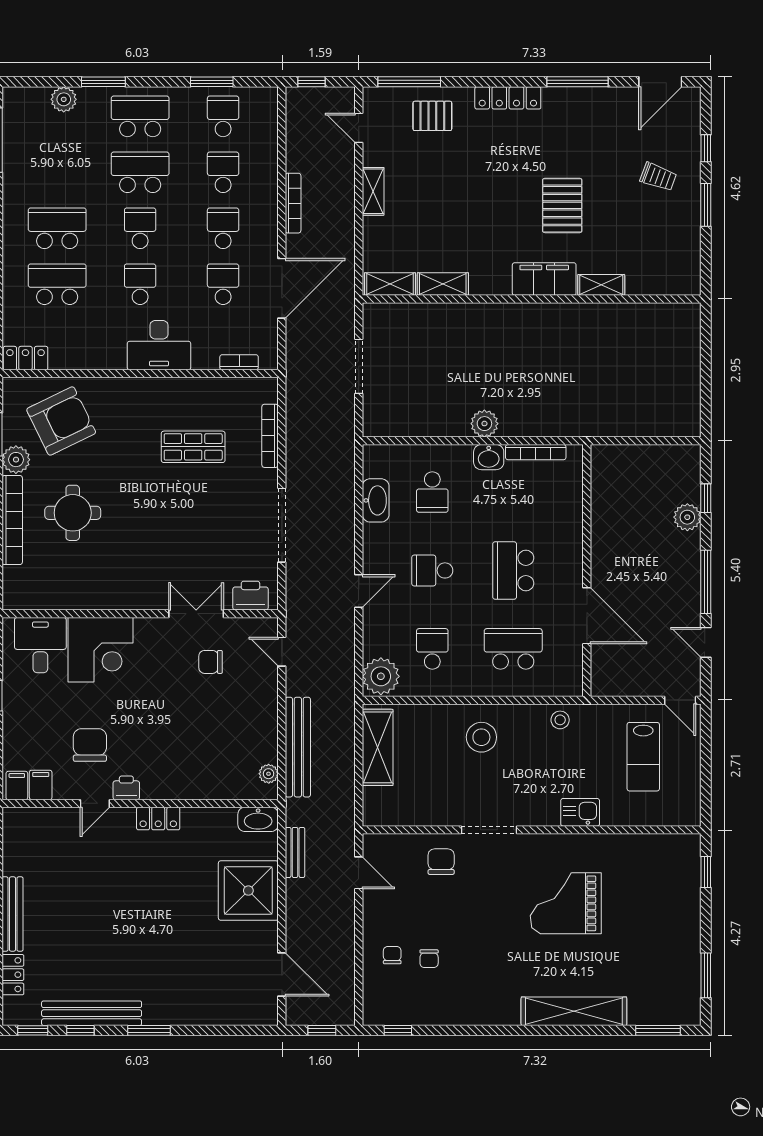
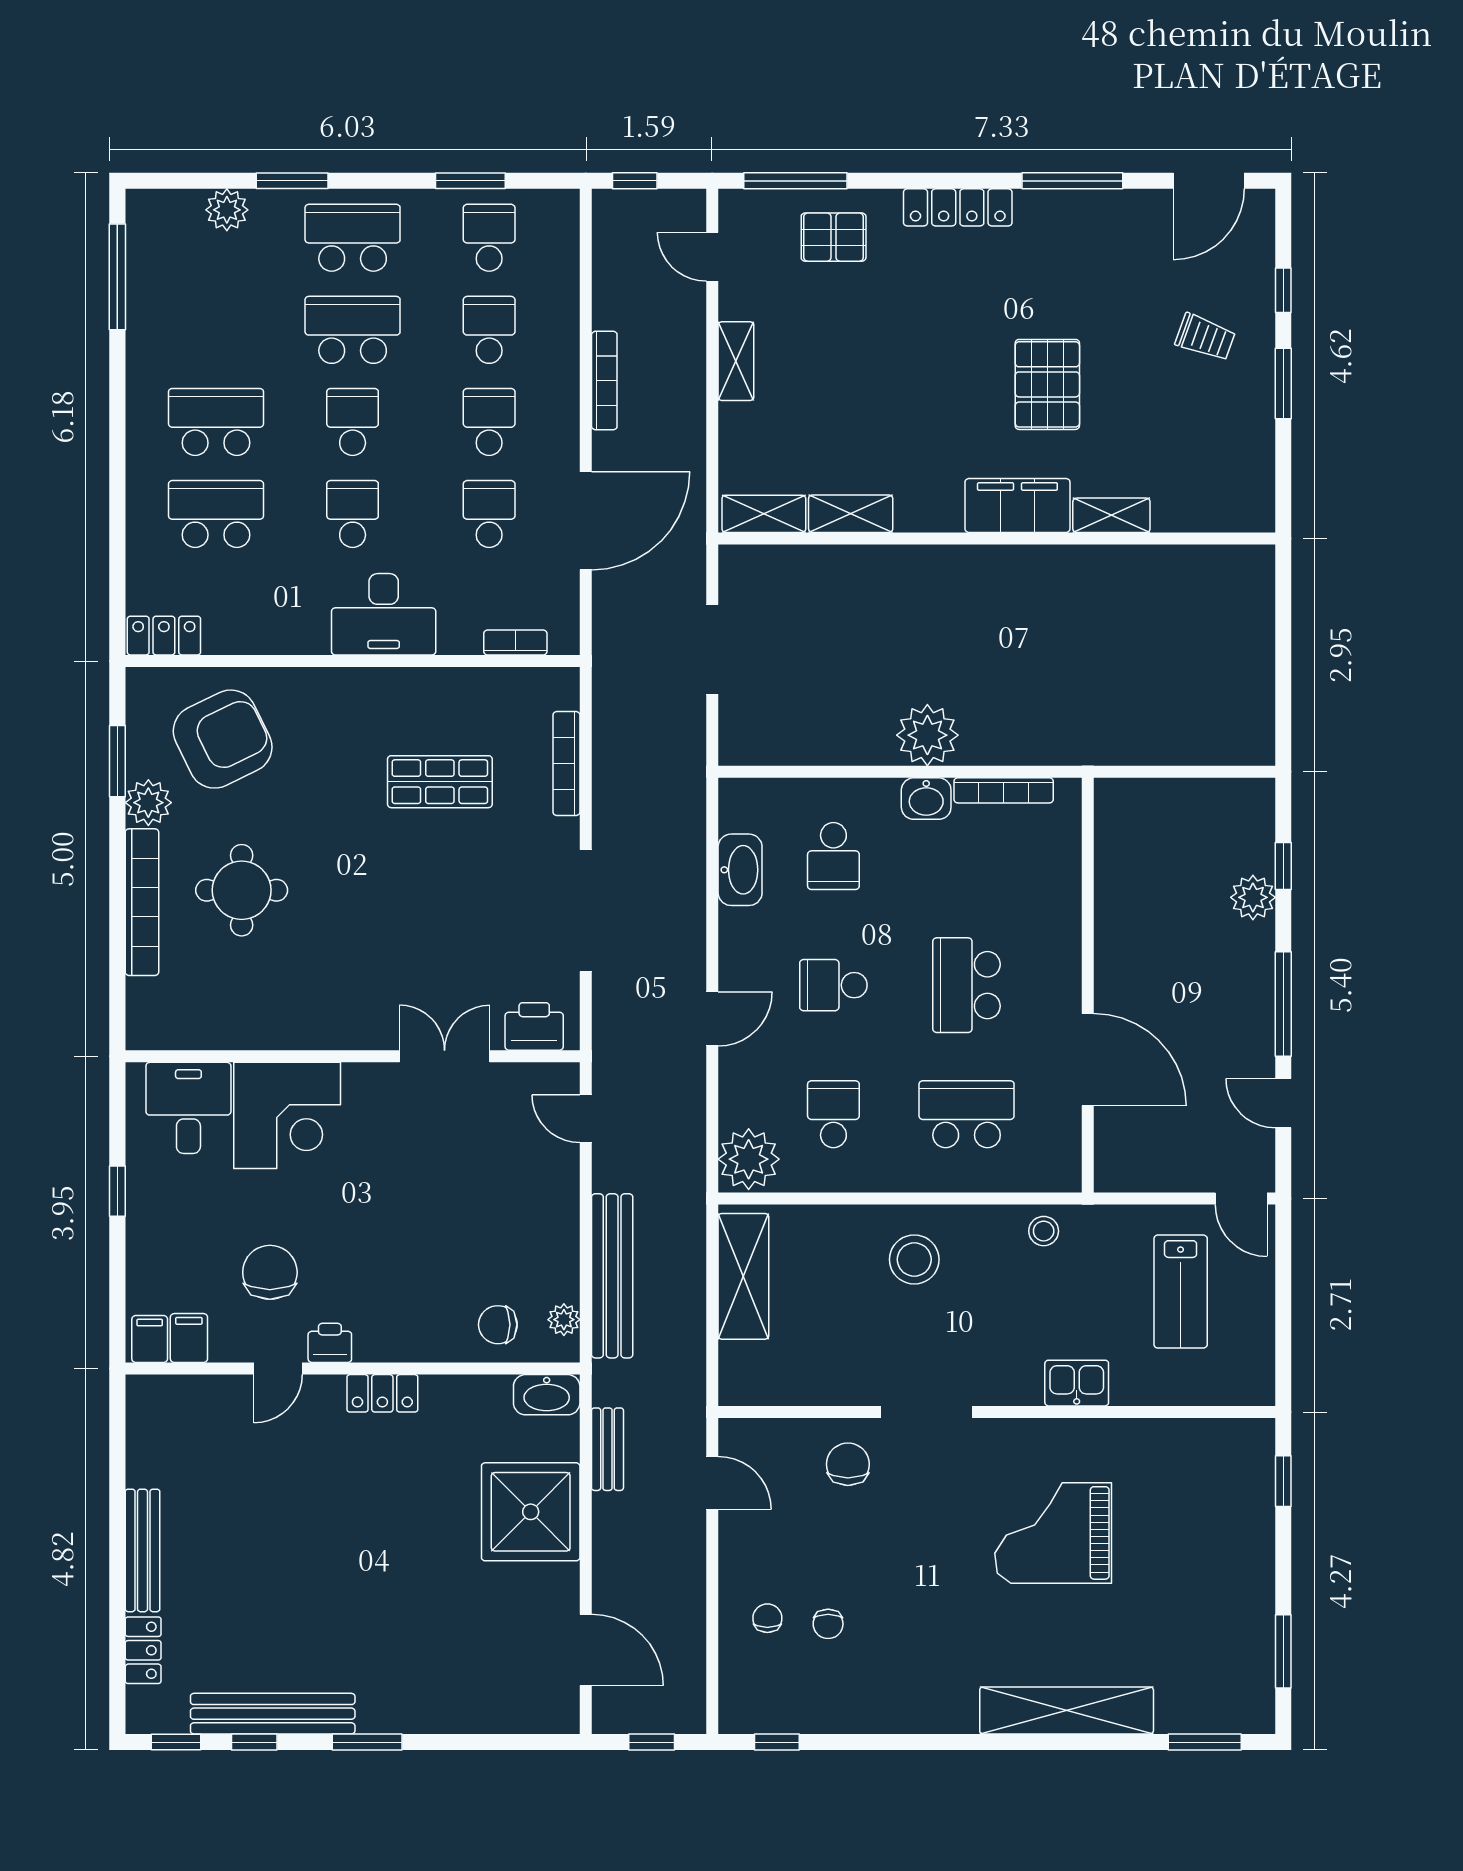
plant: (484, 424) -> (927, 735), width x1.36, depth x1.36
chair: (211, 662) -> (498, 1325), moved

